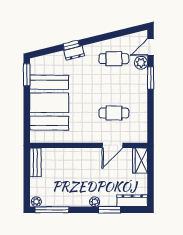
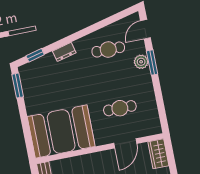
window: (71, 45) -> (35, 55), moved
plant: (141, 63) -> (141, 62), moved
booth: (49, 103) -> (61, 132), moved, turned 90

